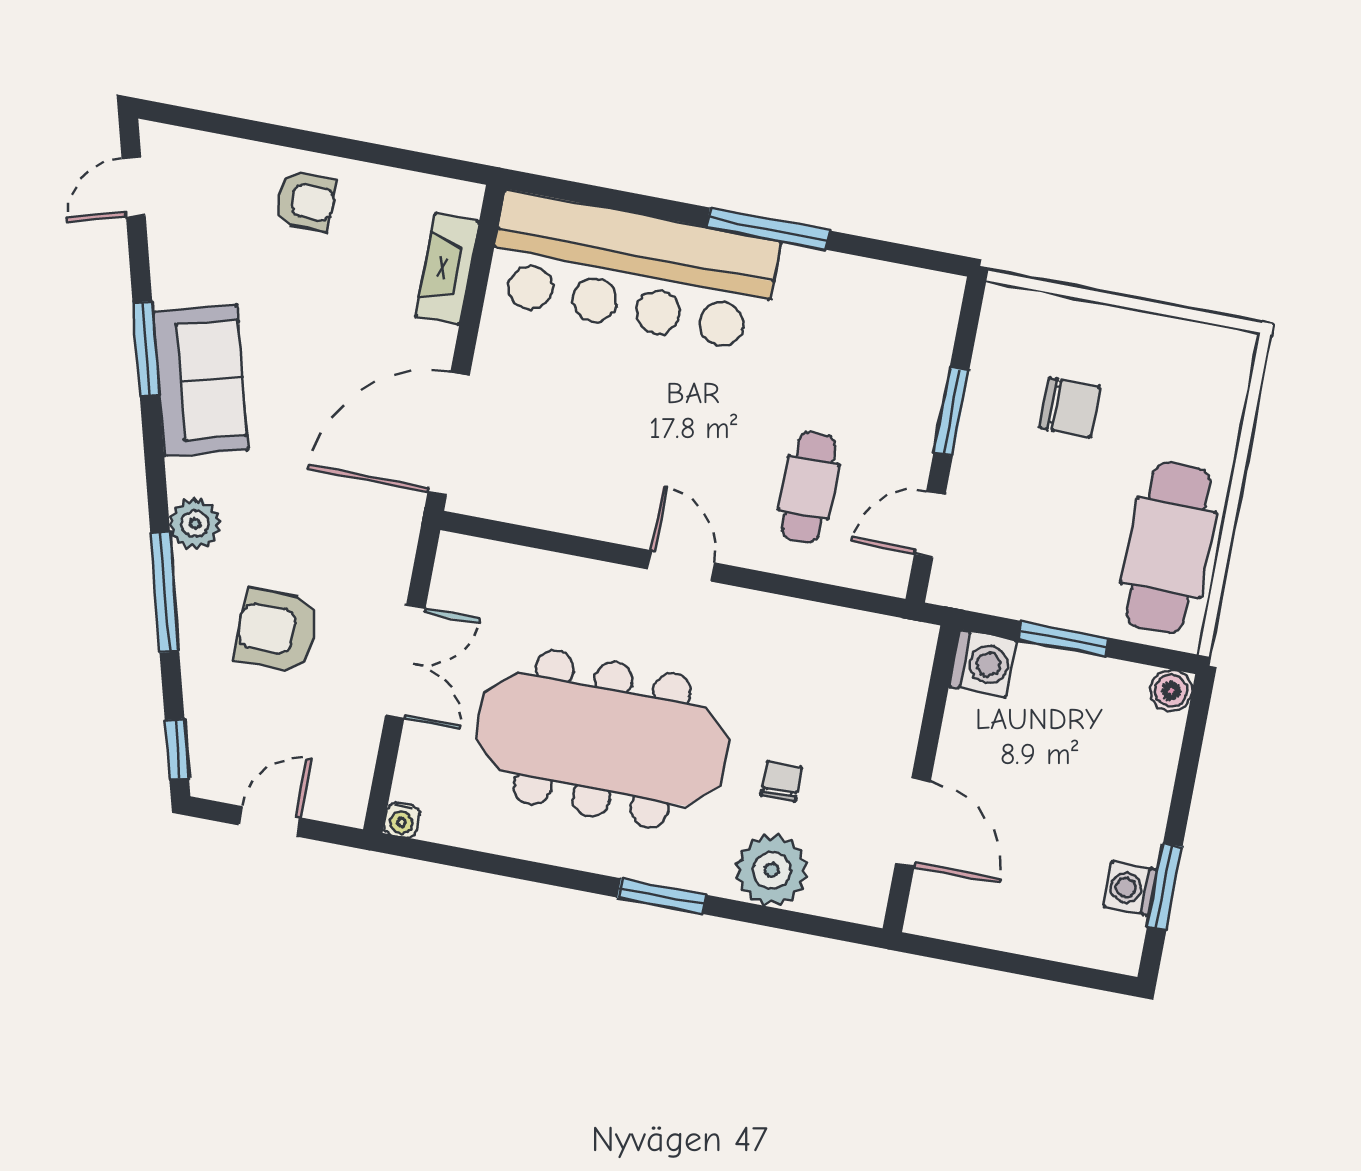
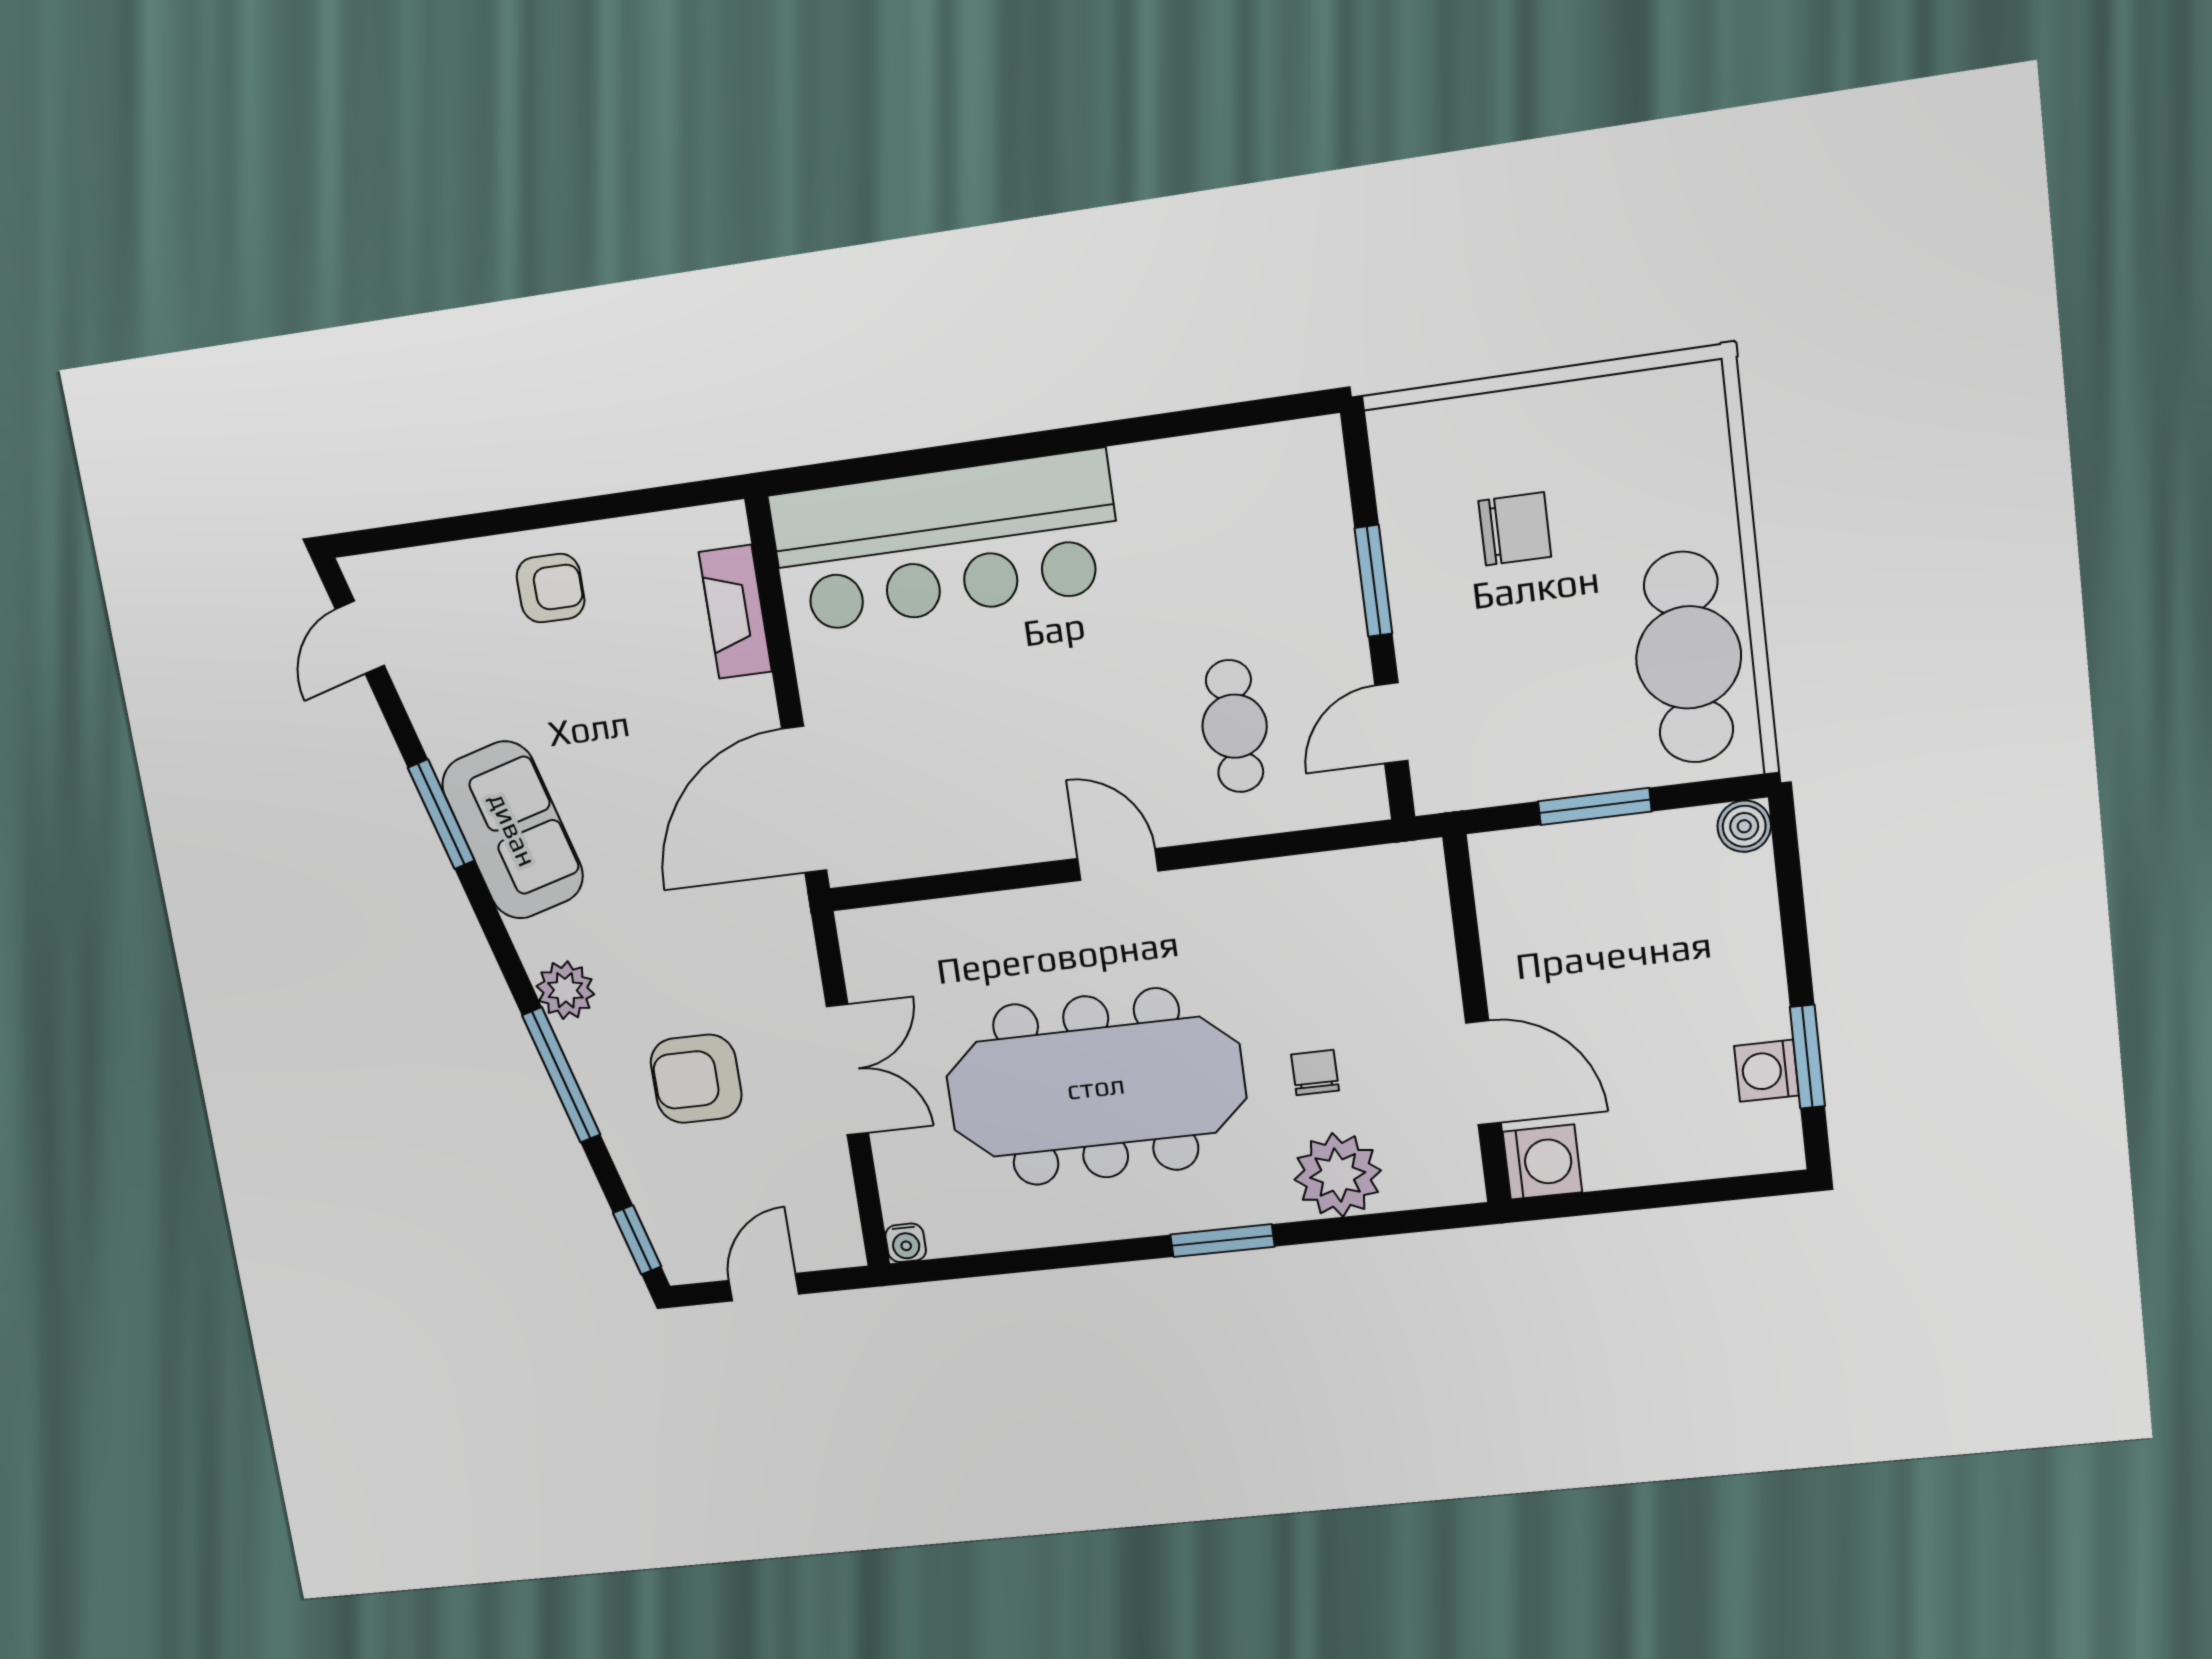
window: (768, 229) -> (1084, 437), removed
washing machine: (983, 663) -> (1542, 1162), moved

